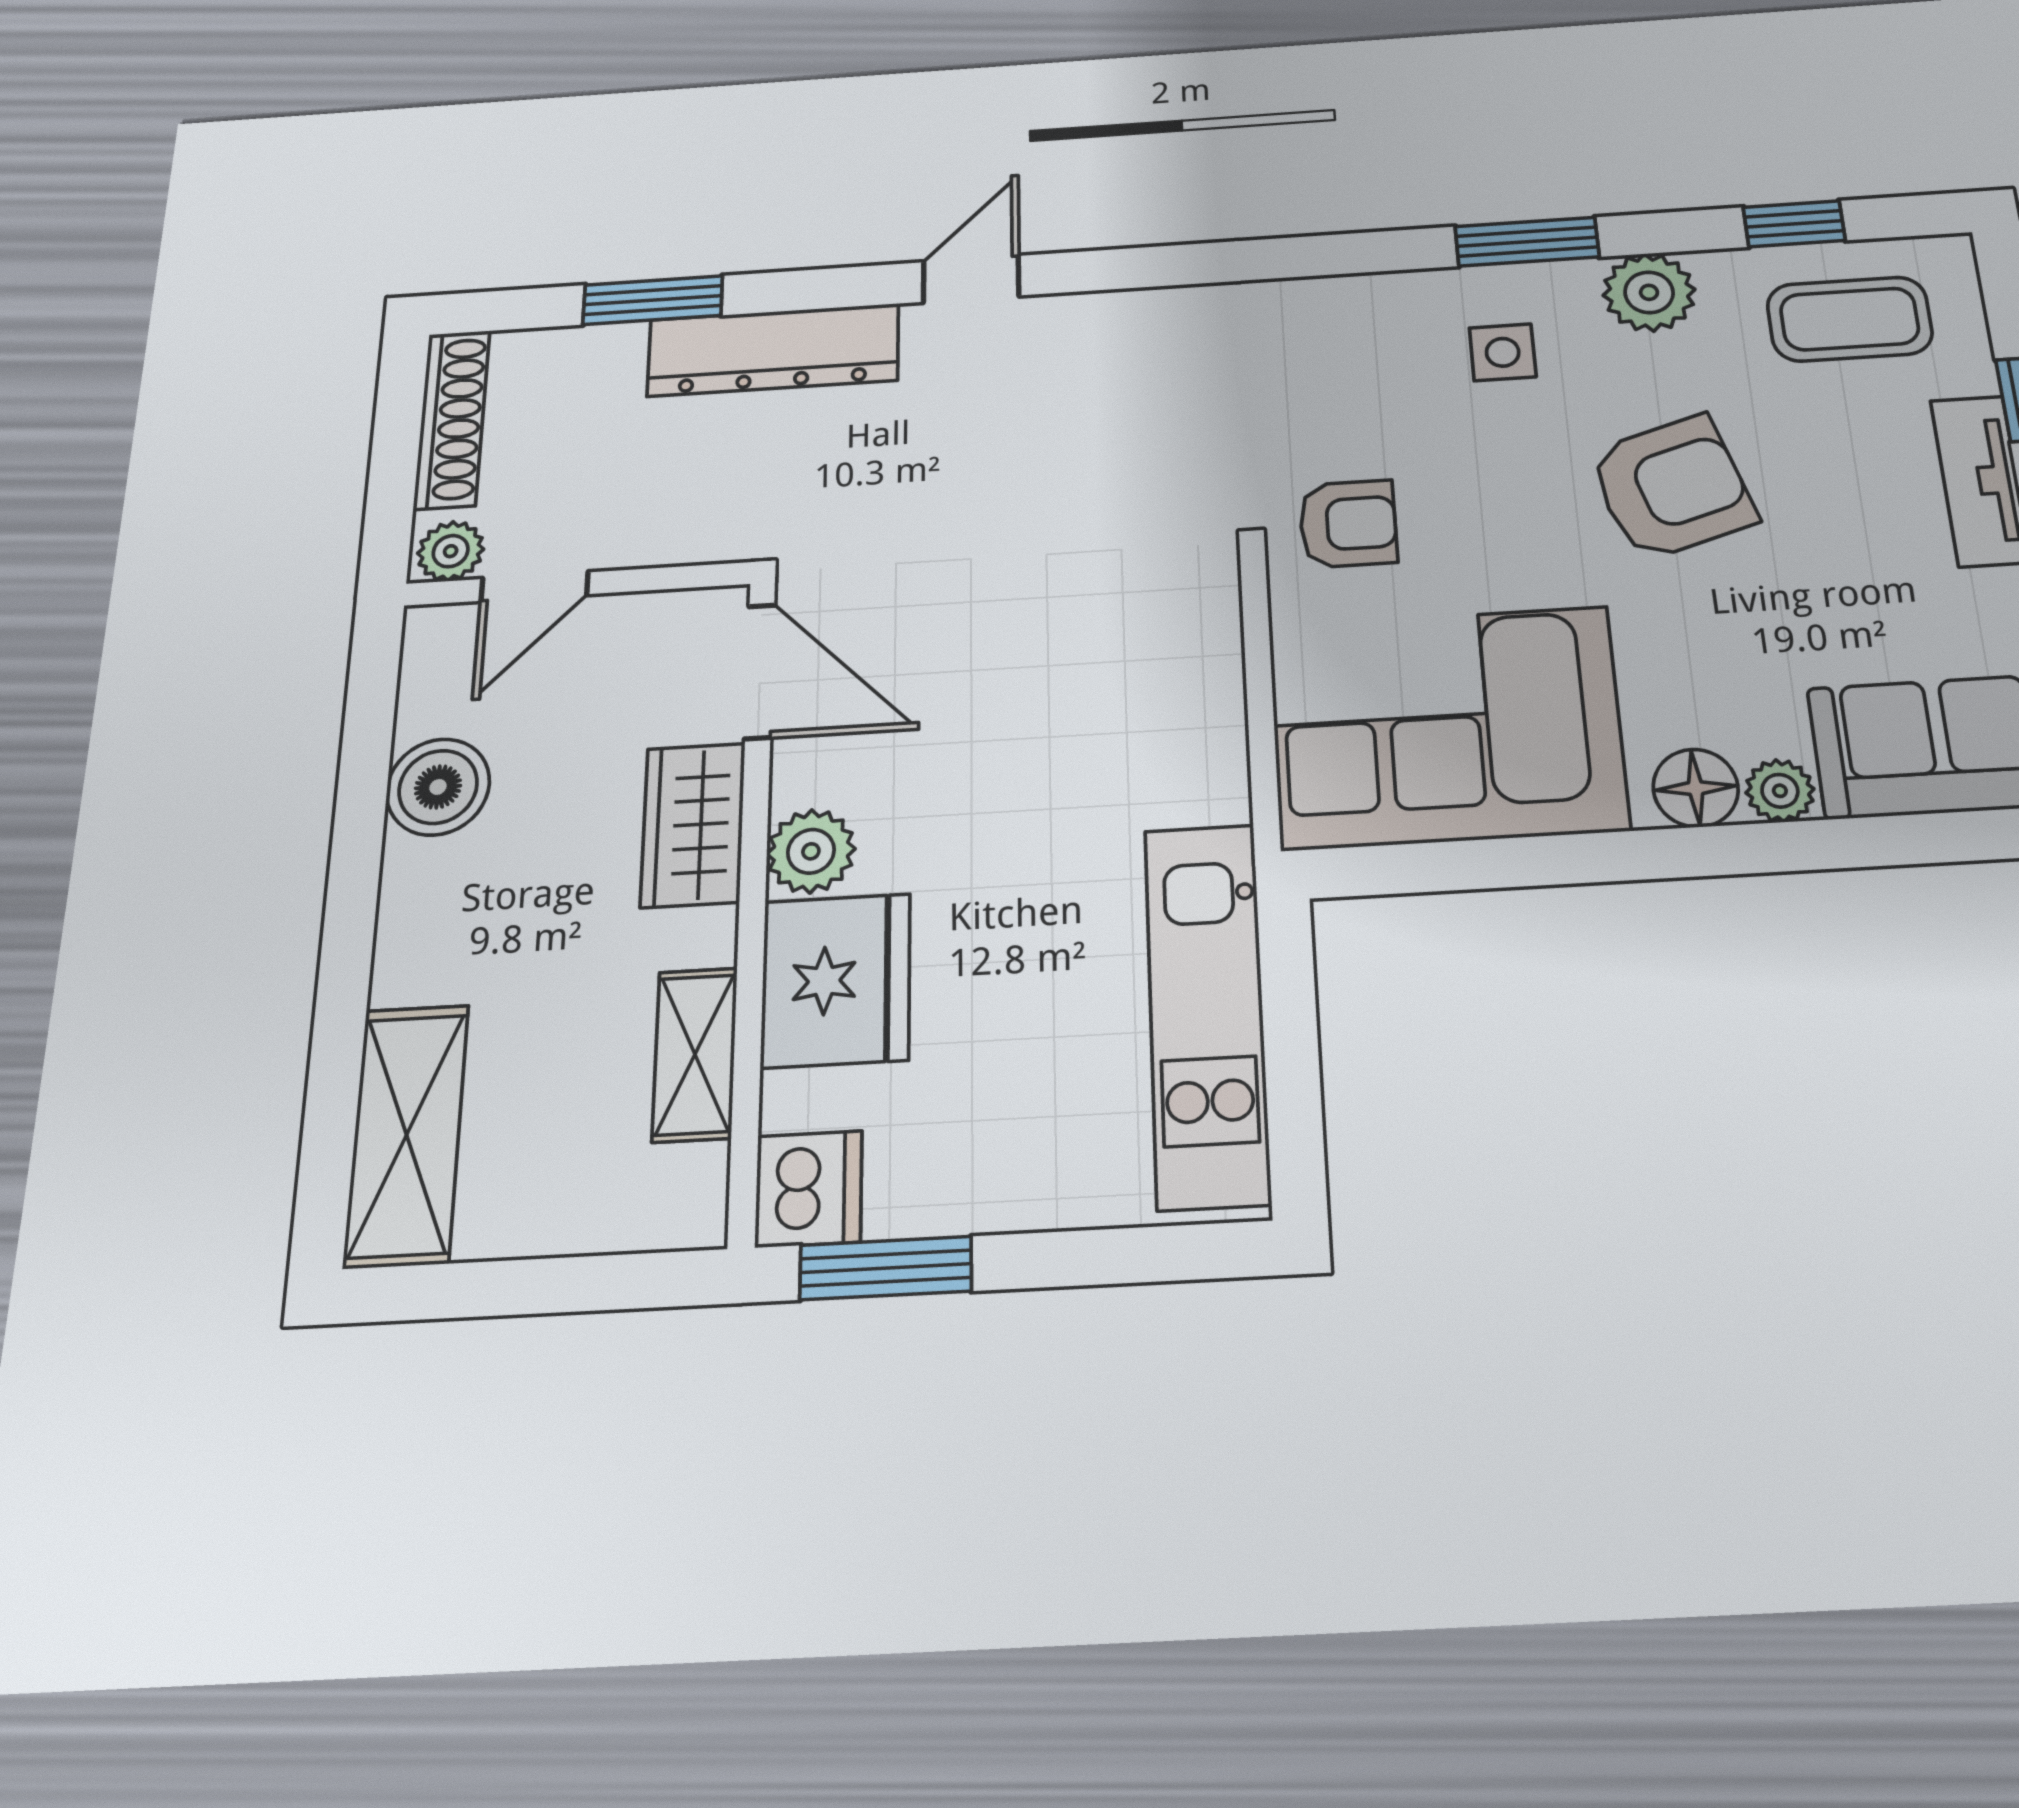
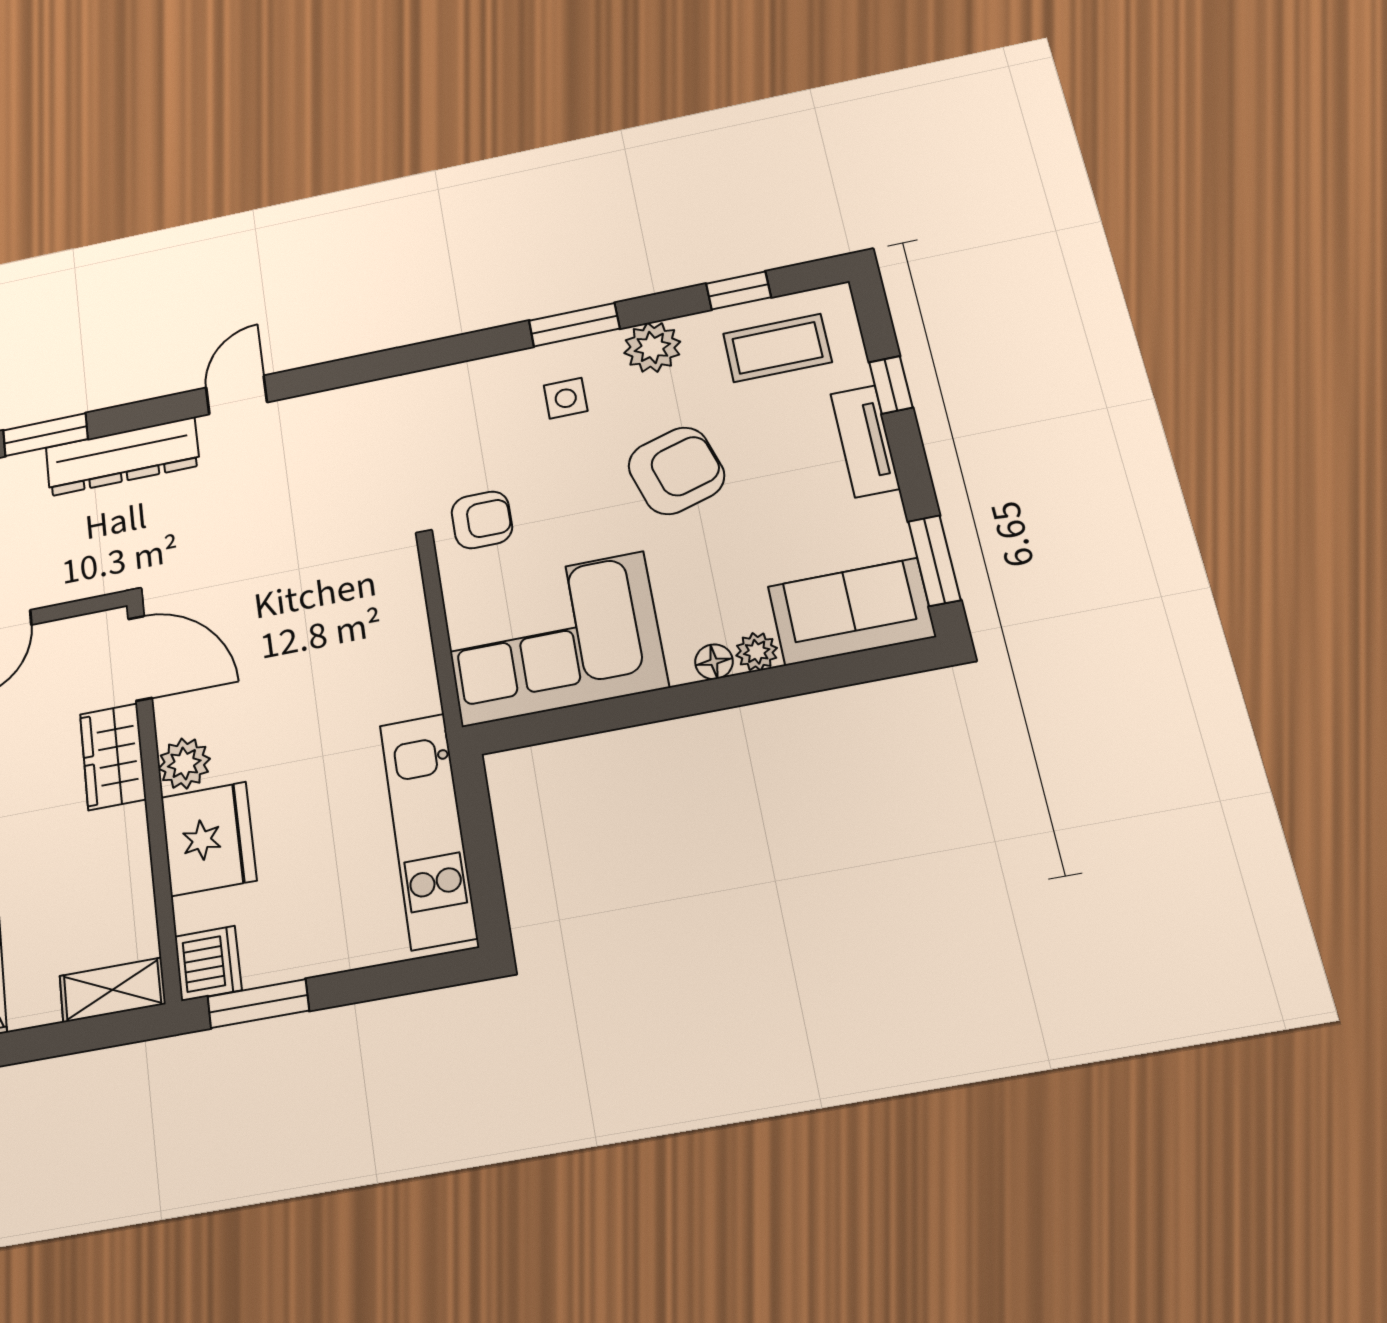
floor lamp: (1696, 788) -> (714, 662), width x0.73, depth x0.73
shelving: (695, 1054) -> (112, 990), moved, turned 90

